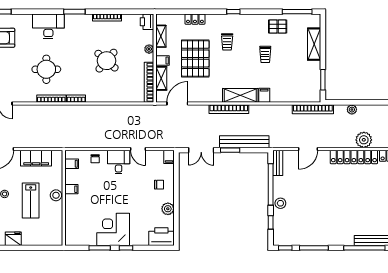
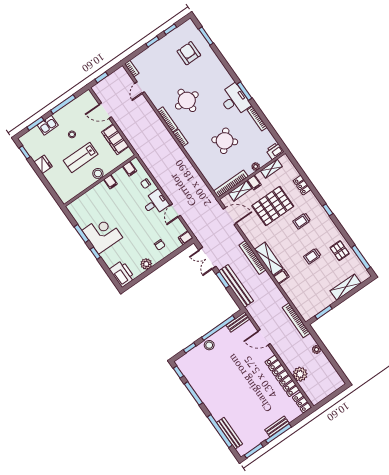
desk: (48, 26) -> (234, 100), moved

